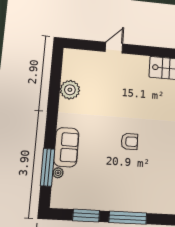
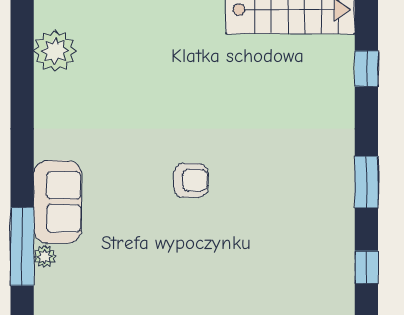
plant: (70, 90) -> (55, 51), moved

